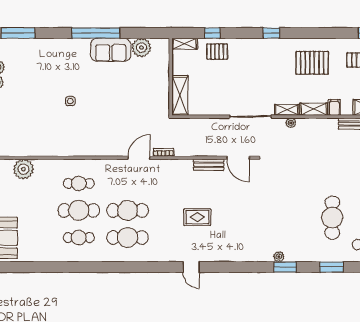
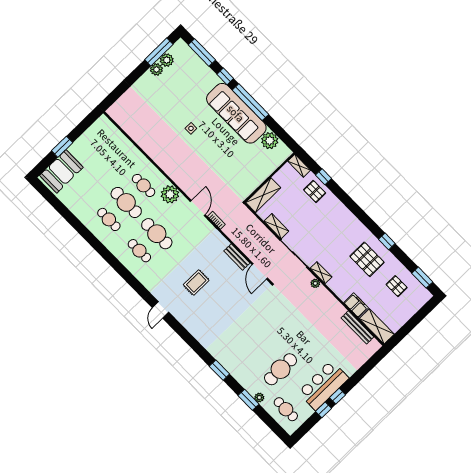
window: (56, 33) -> (225, 76), added
window: (271, 33) -> (387, 241), moved
sofa: (111, 50) -> (236, 113), width x1.85, depth x1.27
filing cabinet: (334, 107) -> (356, 305), width x2.00
shelving: (314, 109) -> (276, 226), moved
door: (139, 158) -> (198, 208), hinge flipped
plant: (23, 169) -> (170, 194), moved
rug: (197, 217) -> (196, 283), turned 90
cafe table: (128, 238) -> (139, 251), width x0.73, depth x0.74
plant: (279, 257) -> (259, 398), moved

